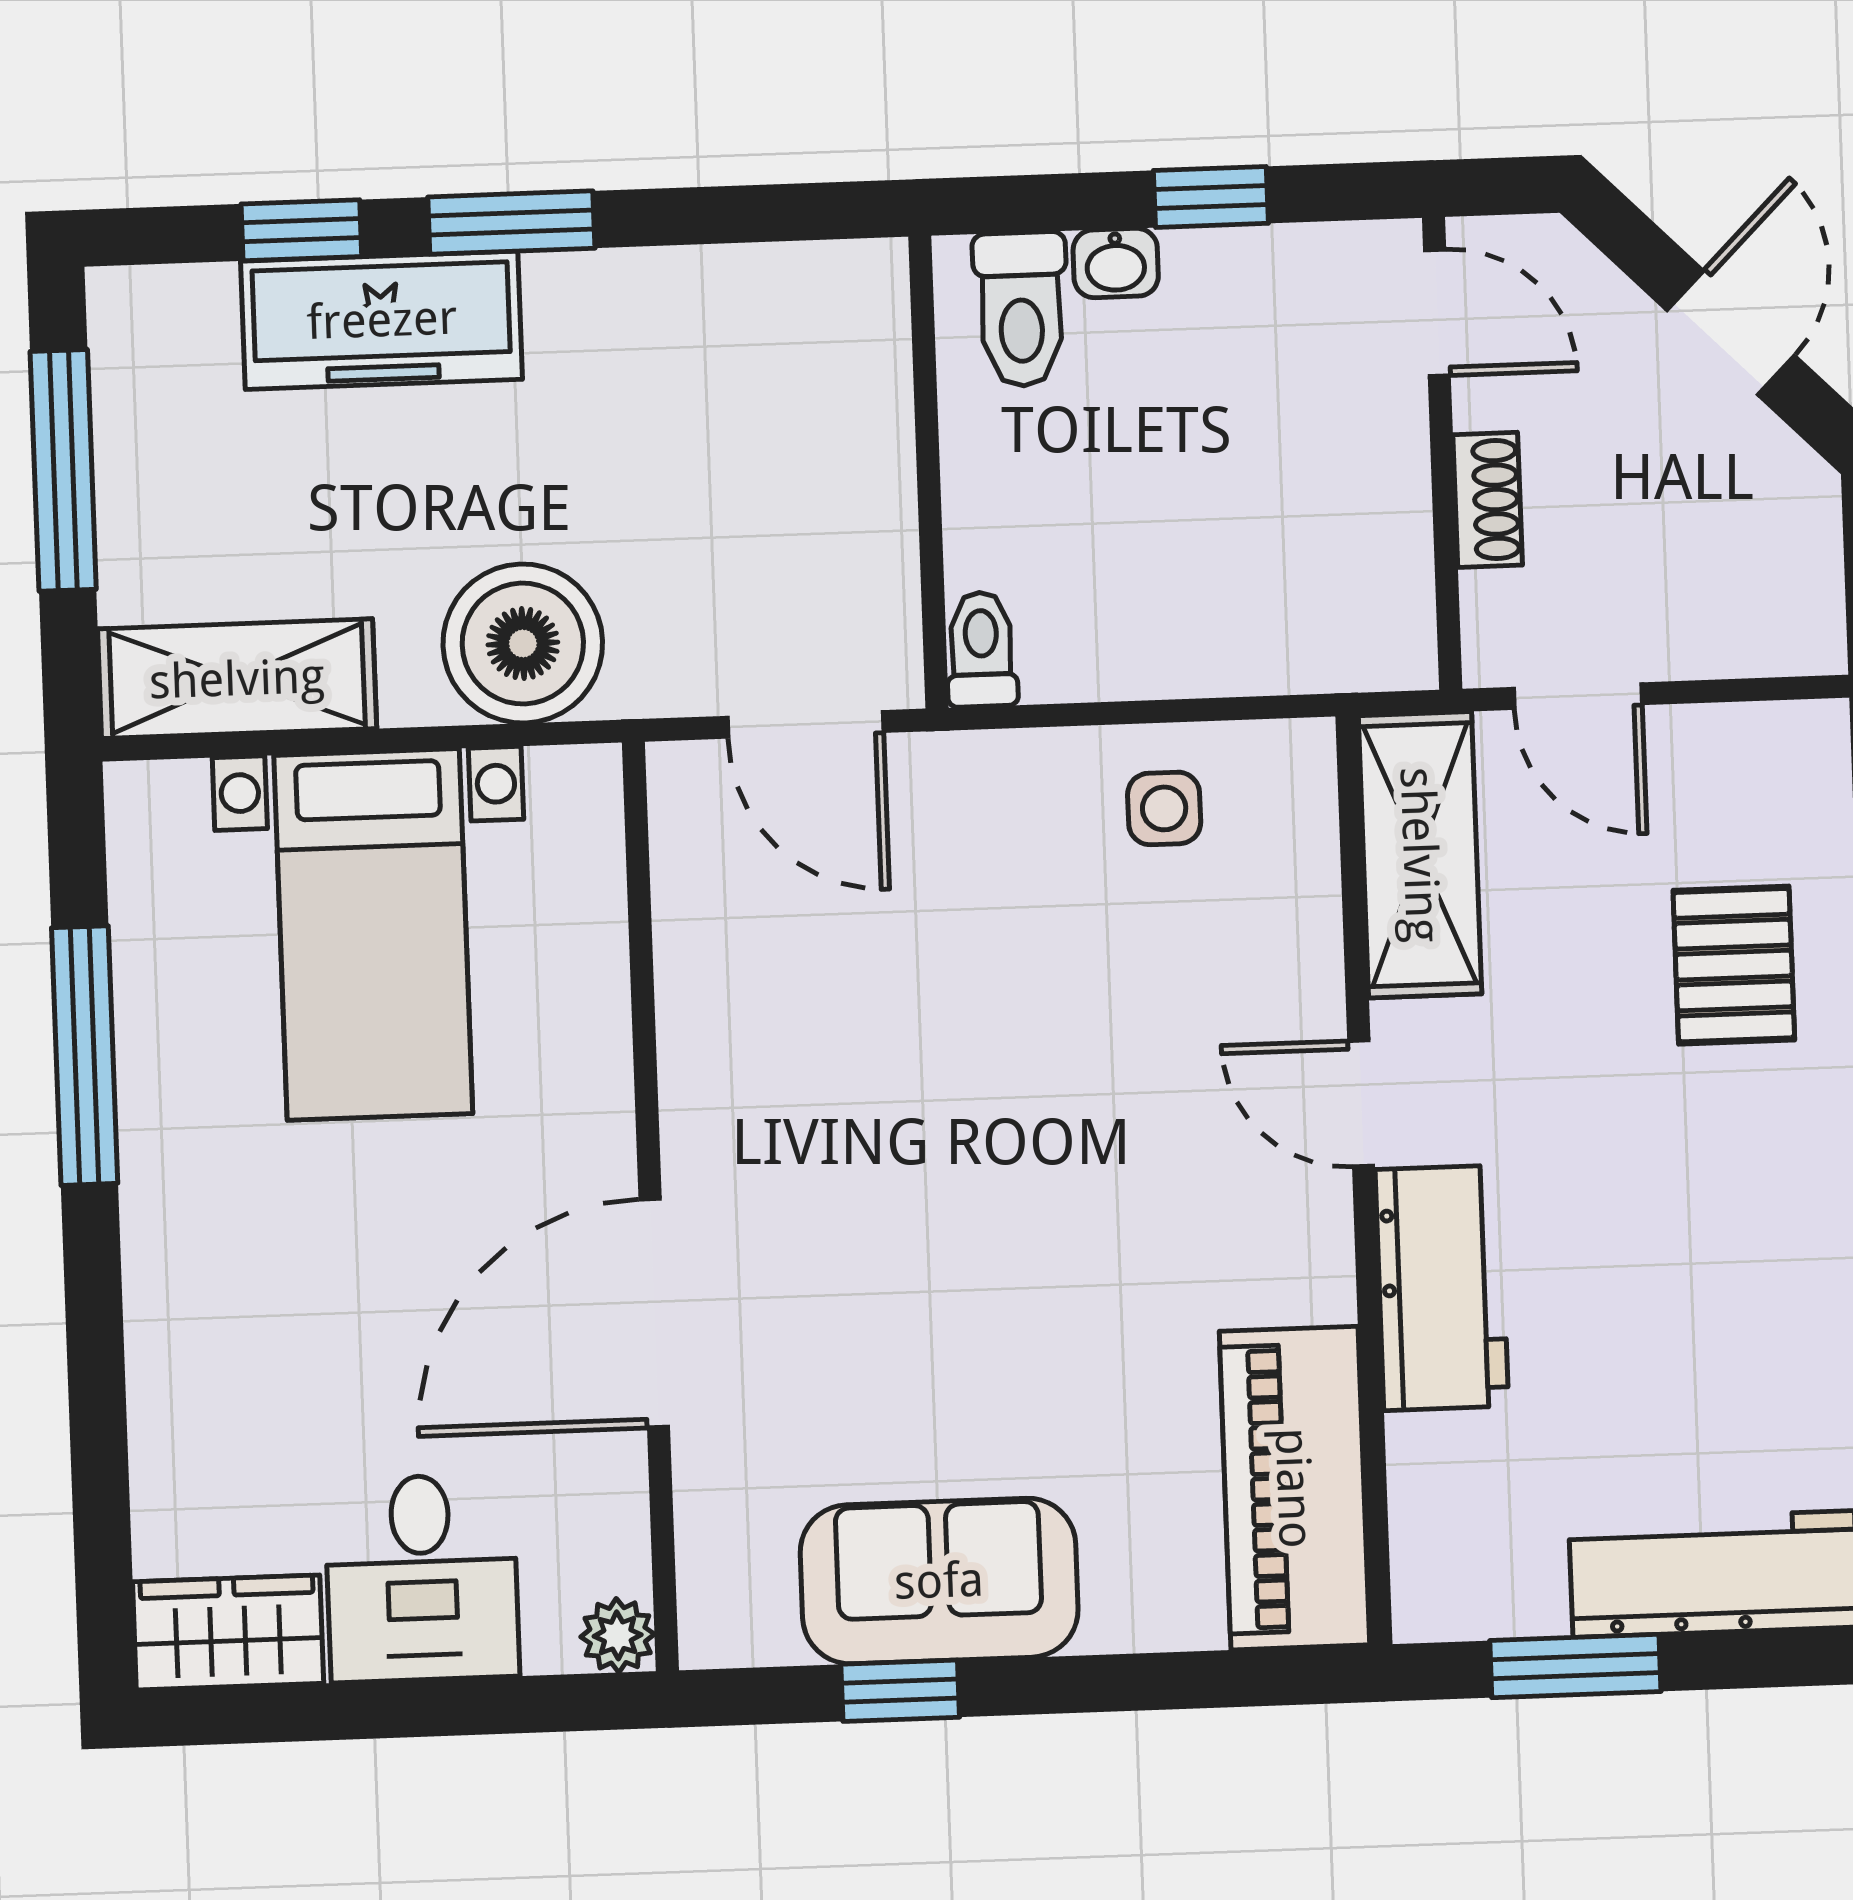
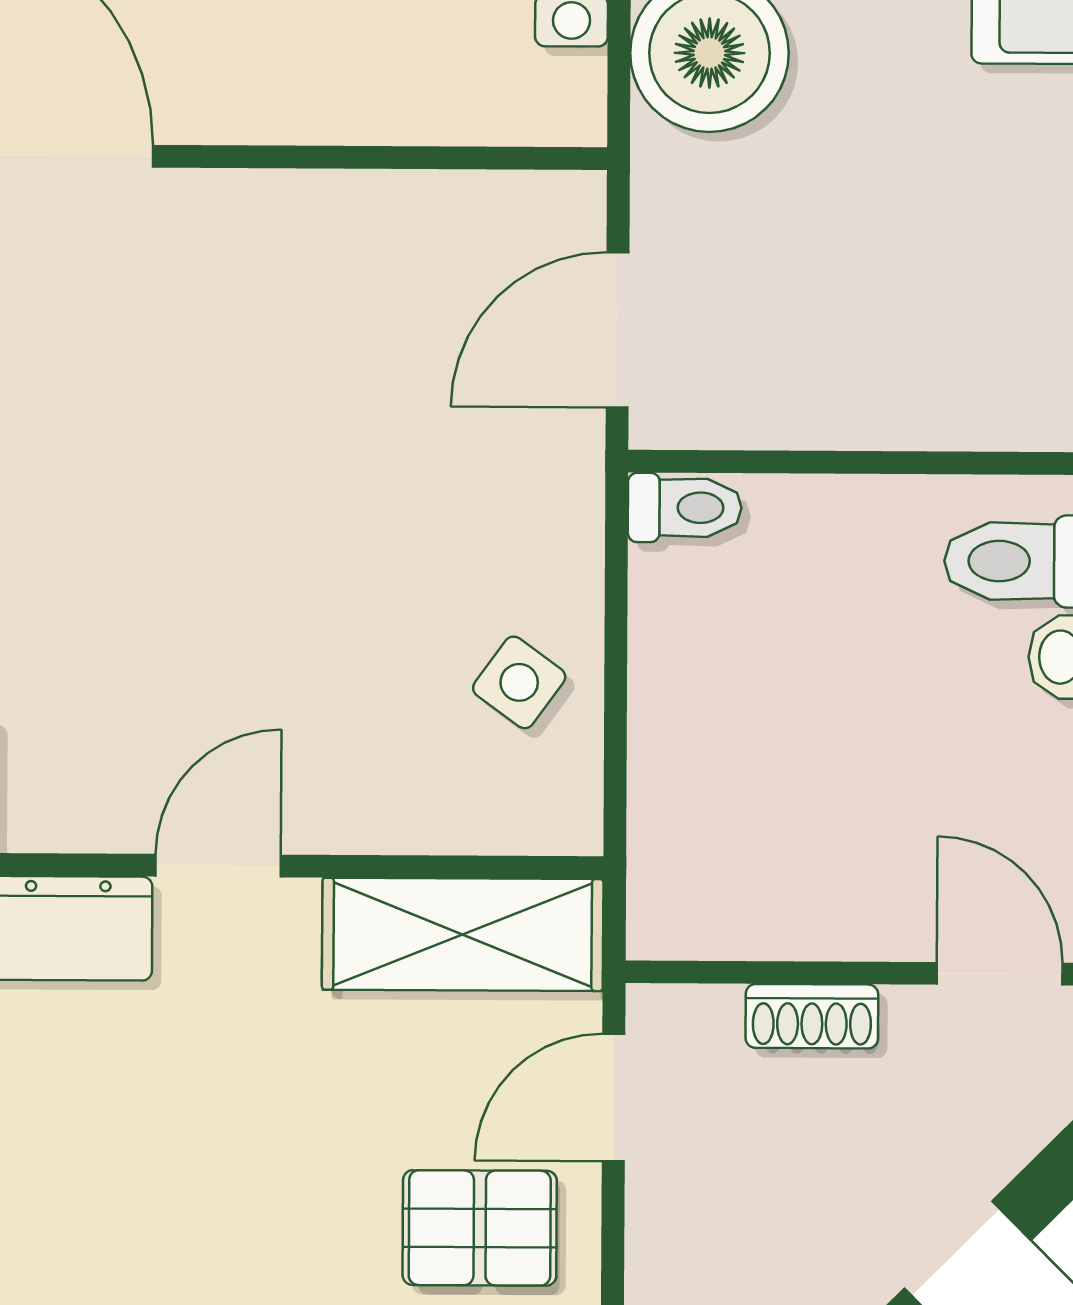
door: (1437, 313) -> (1000, 974), swing flipped
side table: (1164, 808) -> (519, 682), turned 36
pallet: (1734, 965) -> (480, 1228), moved

